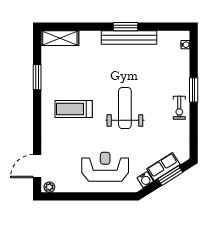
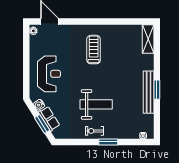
window: (37, 77) -> (118, 22), removed
weight bench: (125, 108) -> (96, 104), moved

